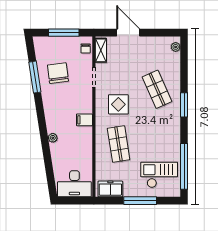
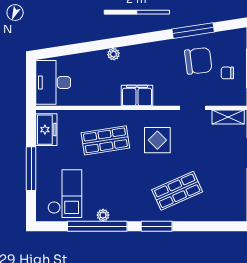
plant: (176, 47) -> (103, 215), moved
chair: (86, 48) -> (227, 73), moved
filing cabinet: (84, 120) -> (137, 96), width x2.00
window: (184, 166) -> (97, 226), moved

